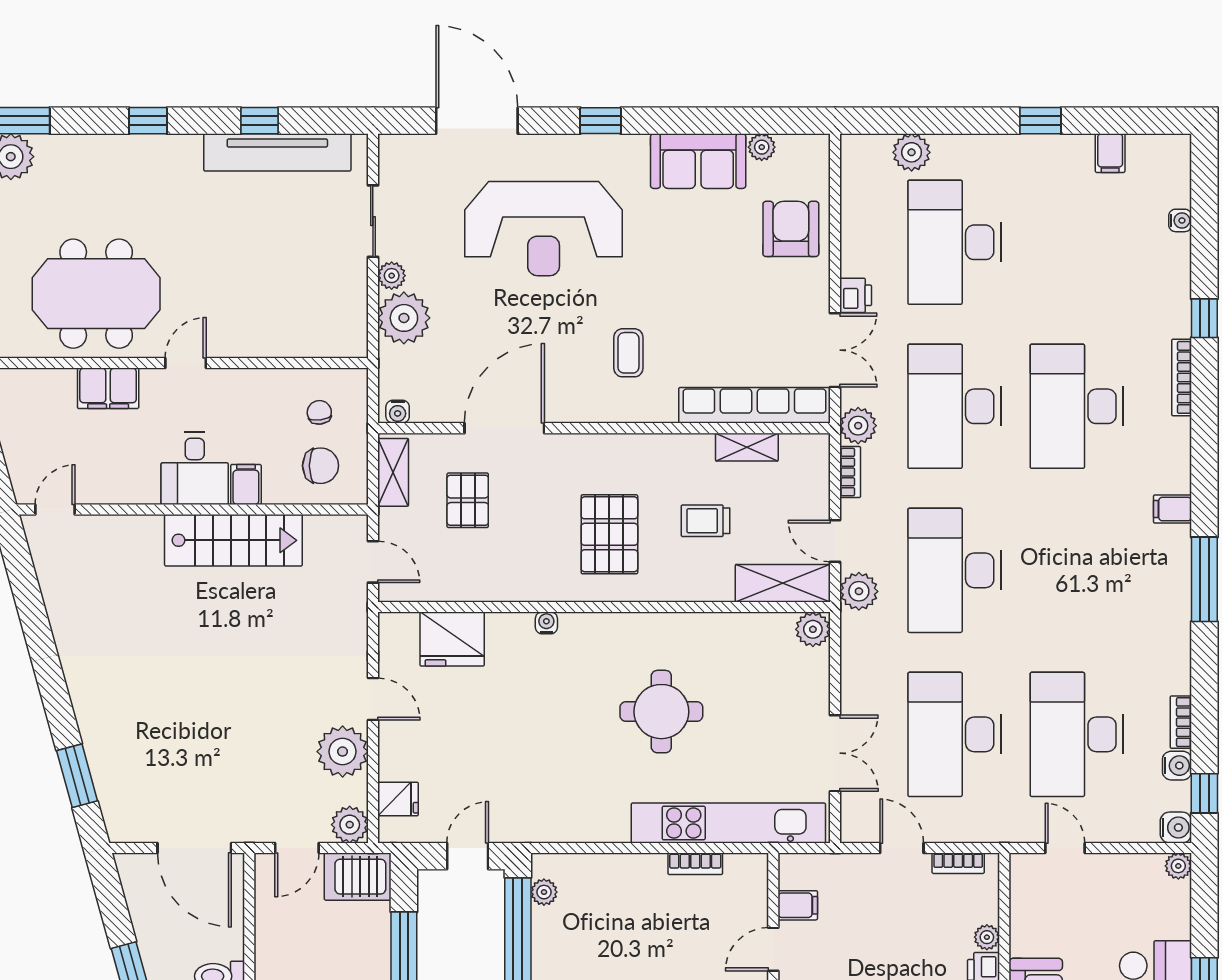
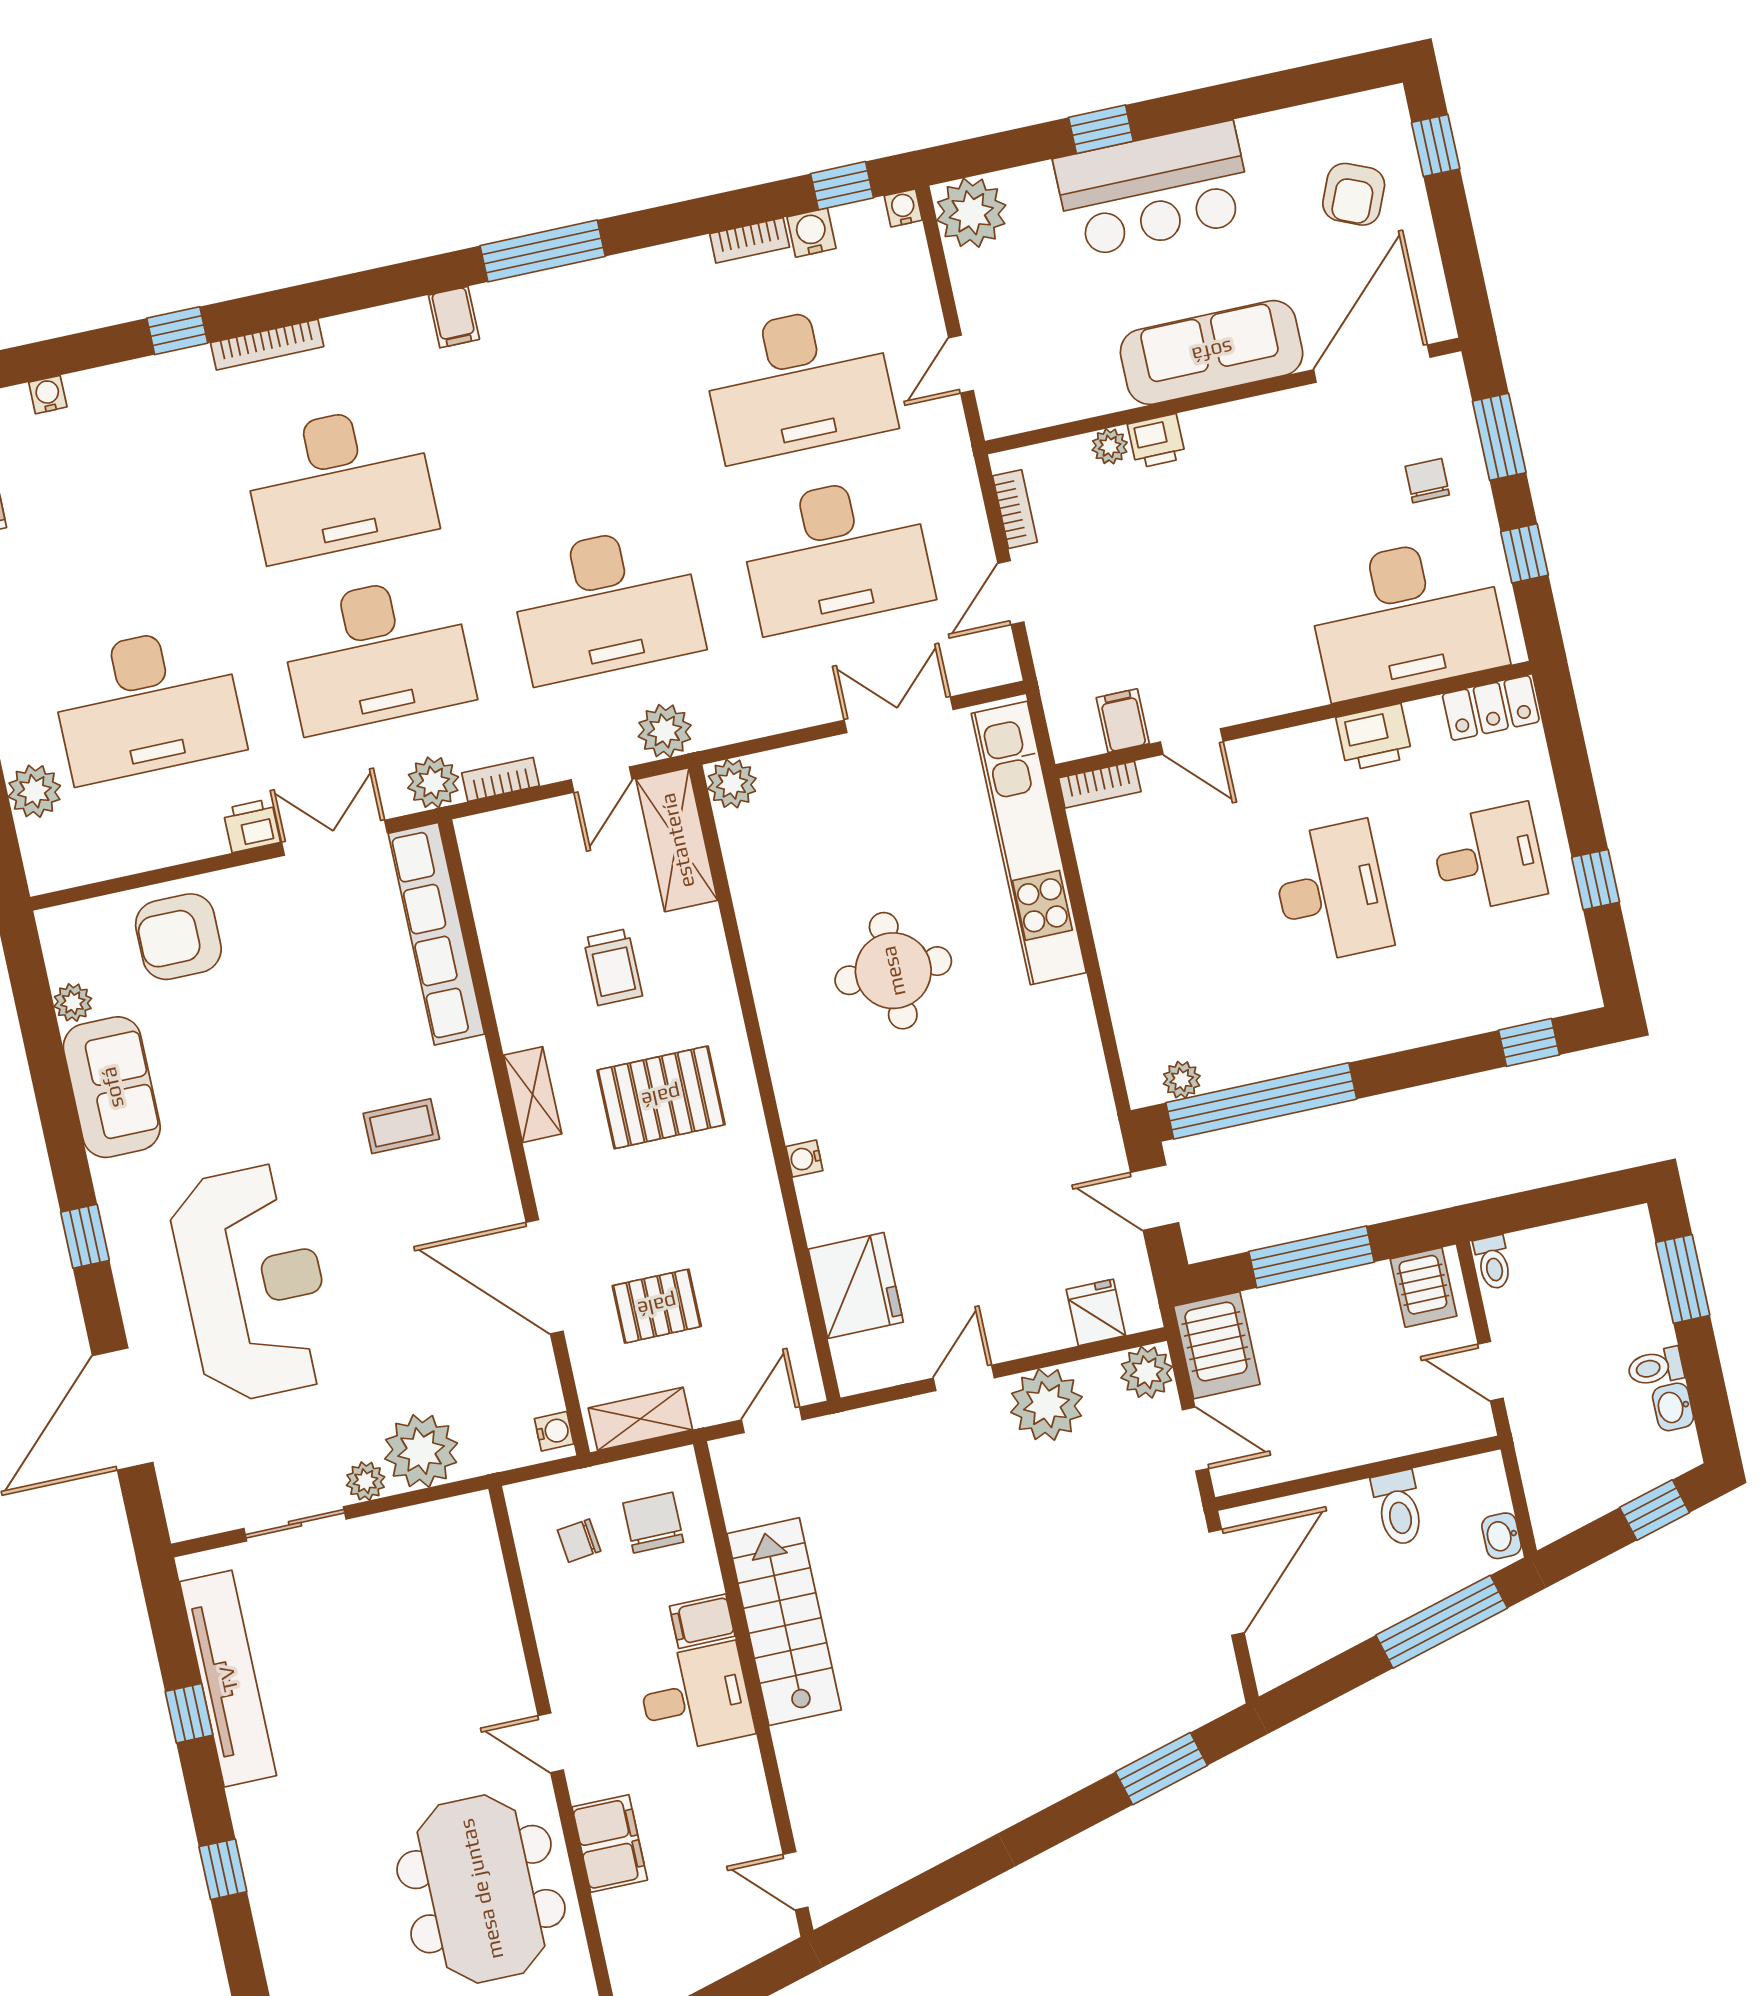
shelving: (747, 447) -> (533, 1095), moved
water cooler: (1176, 828) -> (903, 208), width x0.72, depth x0.72
bookcase: (695, 864) -> (1100, 785), moved, turned 90
plant: (1178, 866) -> (971, 213), width x1.88, depth x1.88

